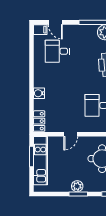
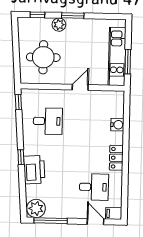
water cooler: (39, 93) -> (117, 125), moved
locker: (39, 121) -> (116, 158), moved
plant: (77, 186) -> (59, 25), moved

